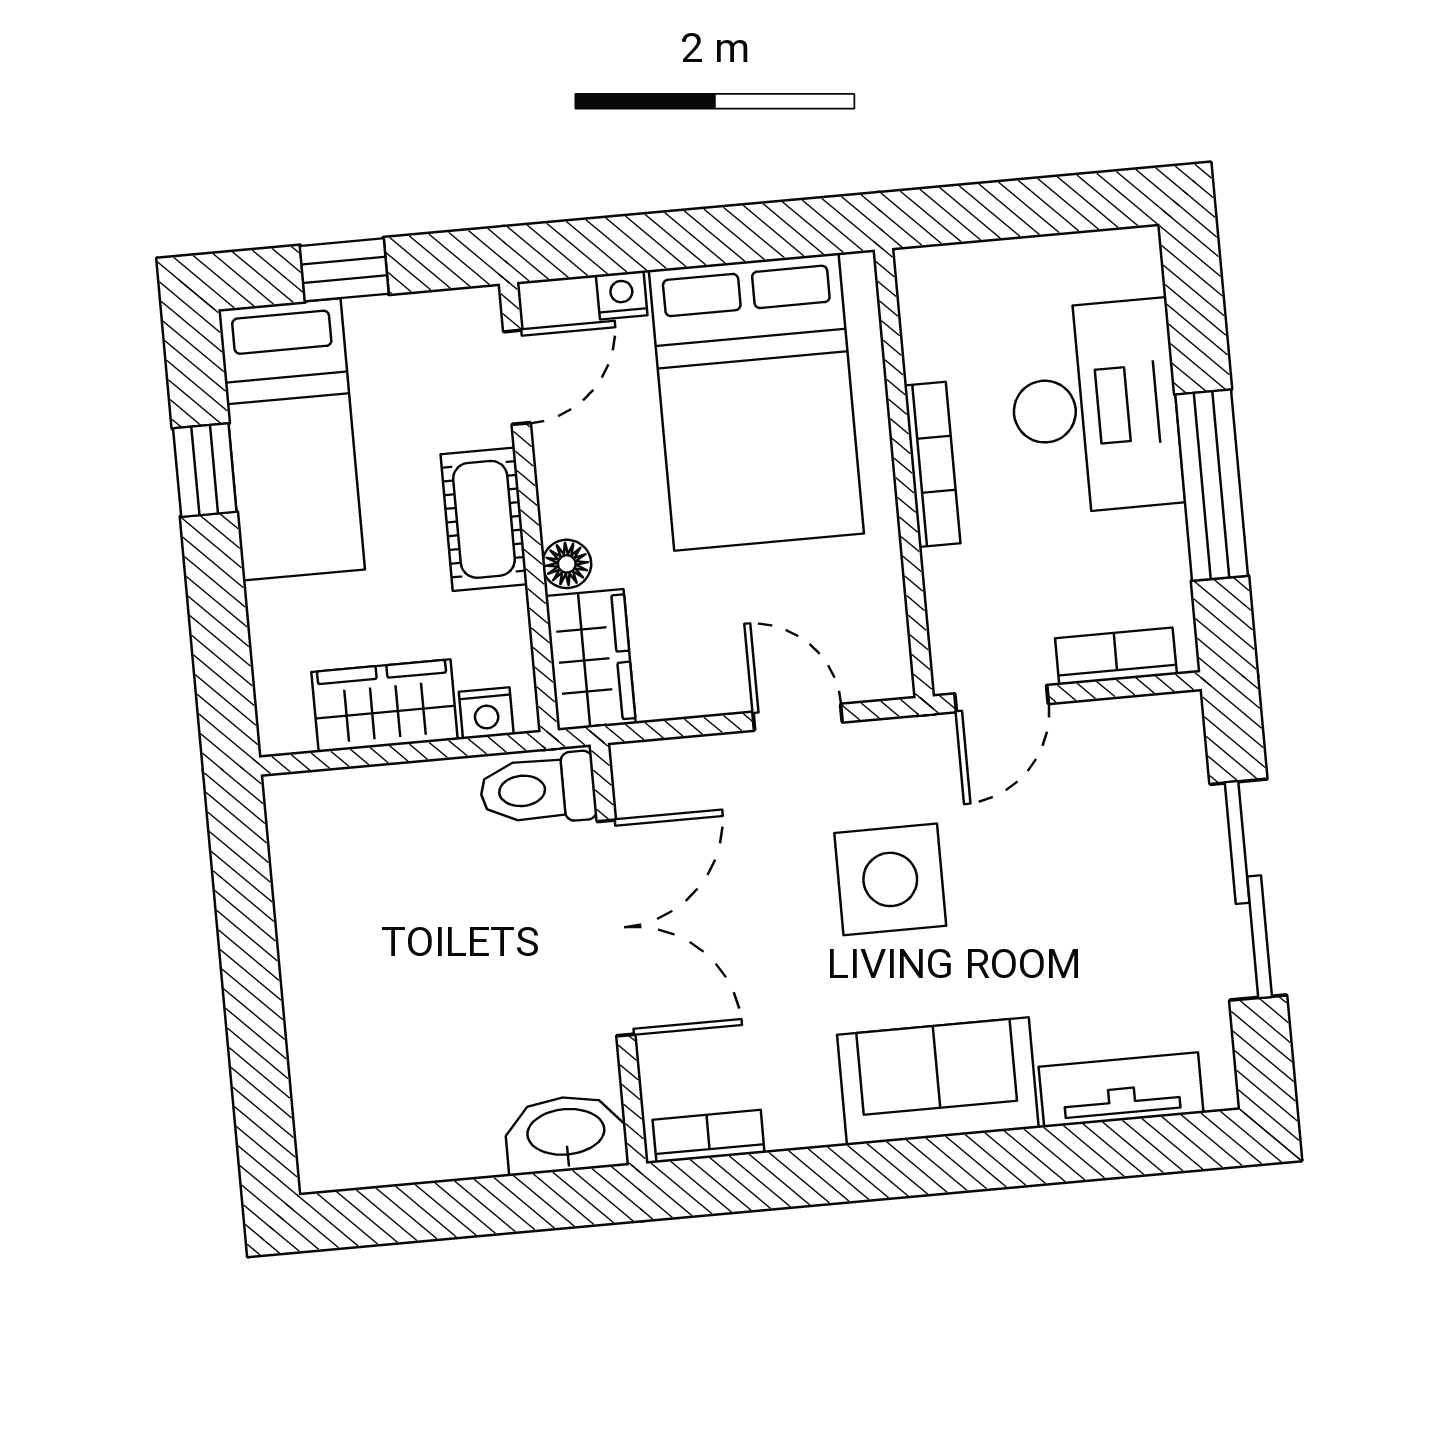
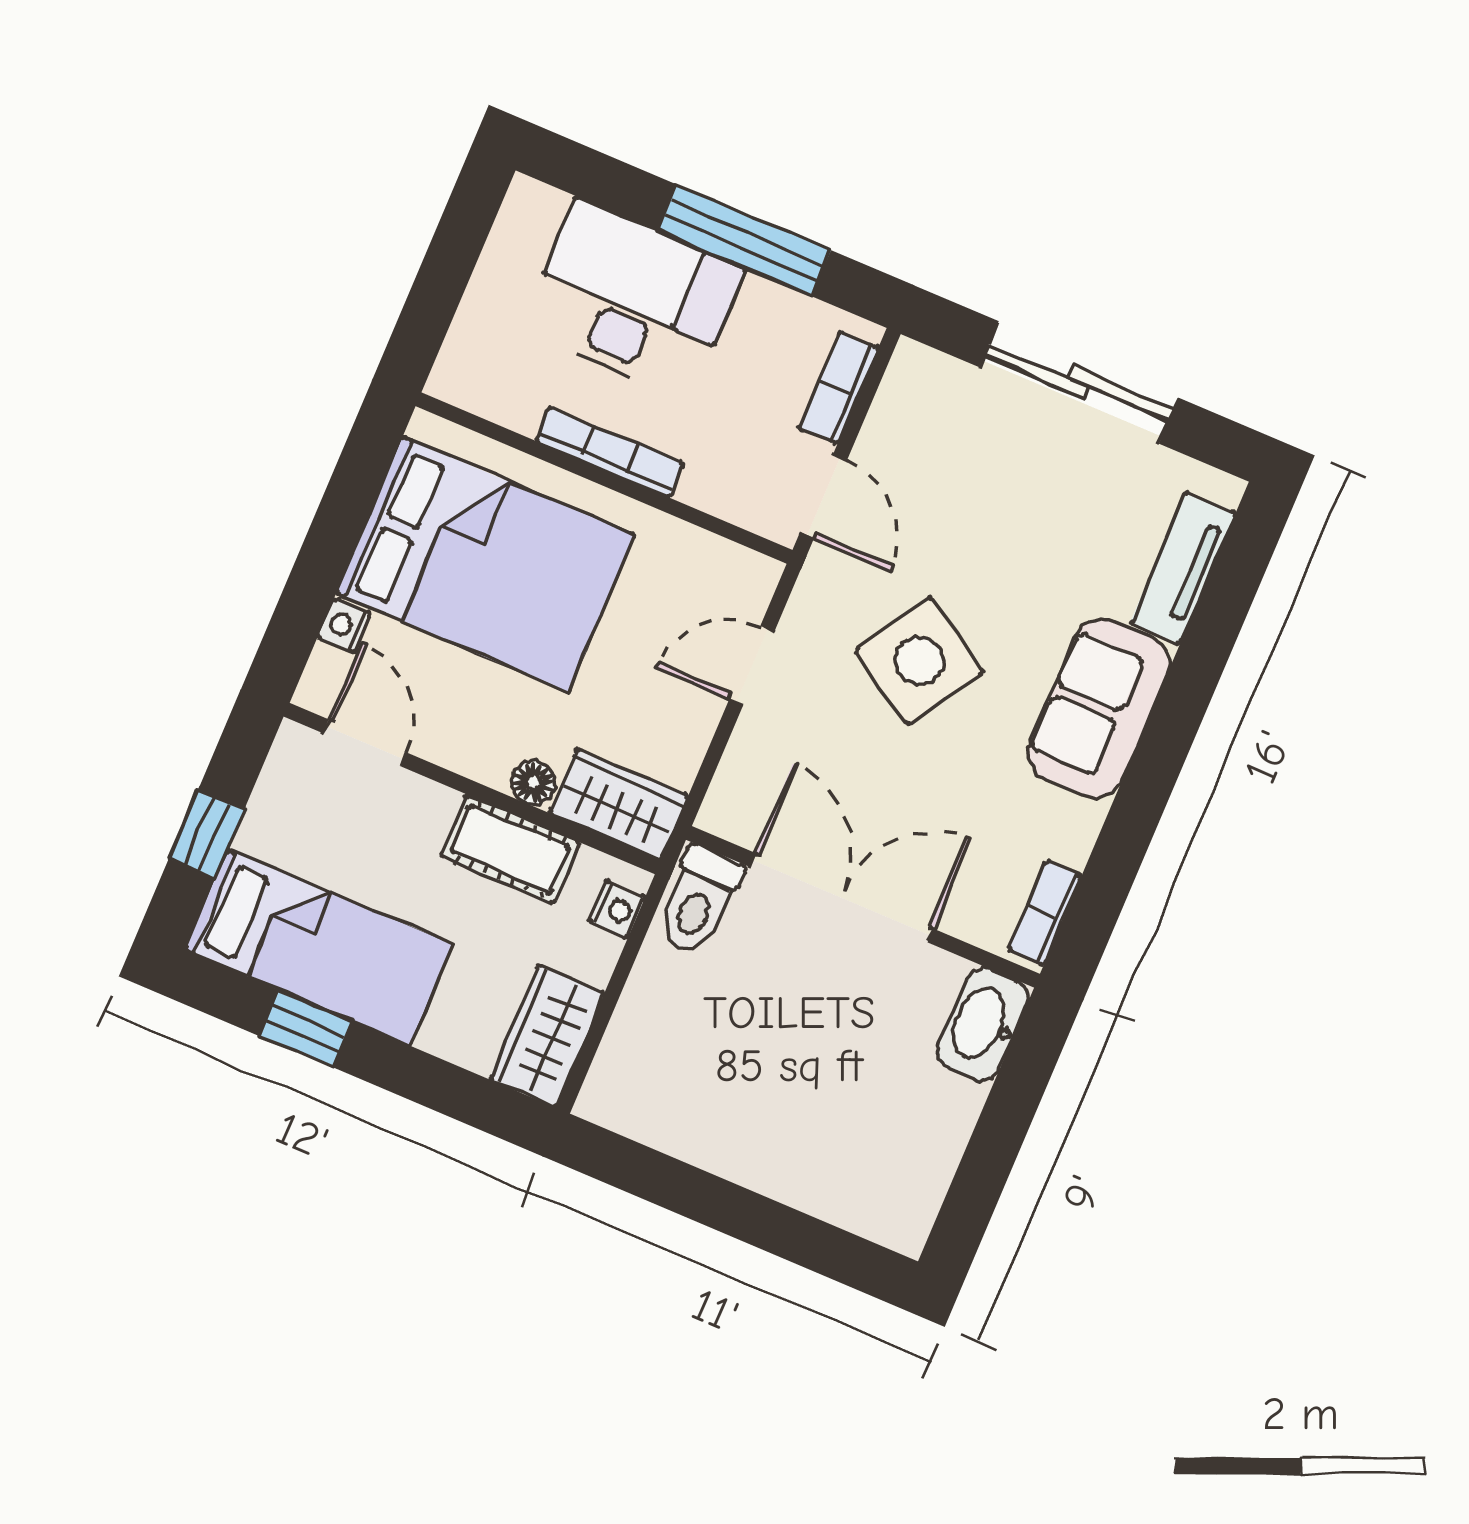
cot: (484, 519) -> (510, 849), moved
wardrobe: (385, 706) -> (547, 1036), moved
side table: (890, 879) -> (919, 661), turned 32

